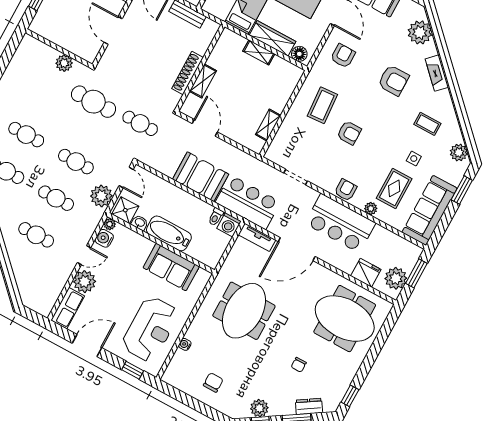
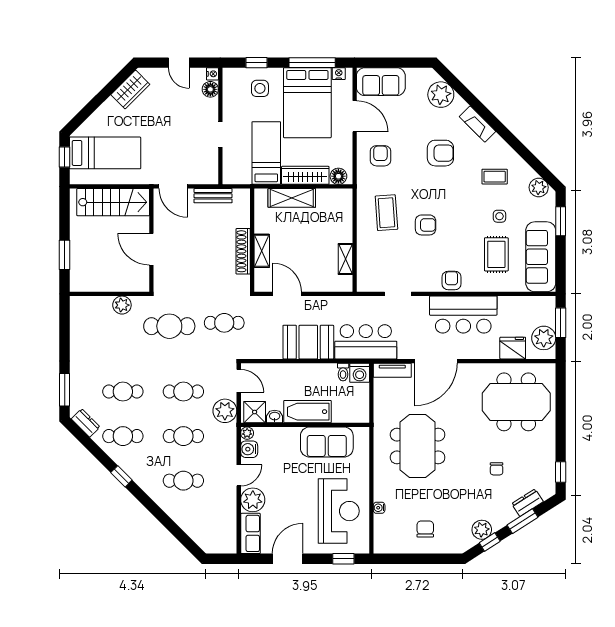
shelving: (259, 52) -> (292, 198), width x1.50, depth x1.33
plant: (371, 209) -> (485, 285), removed

